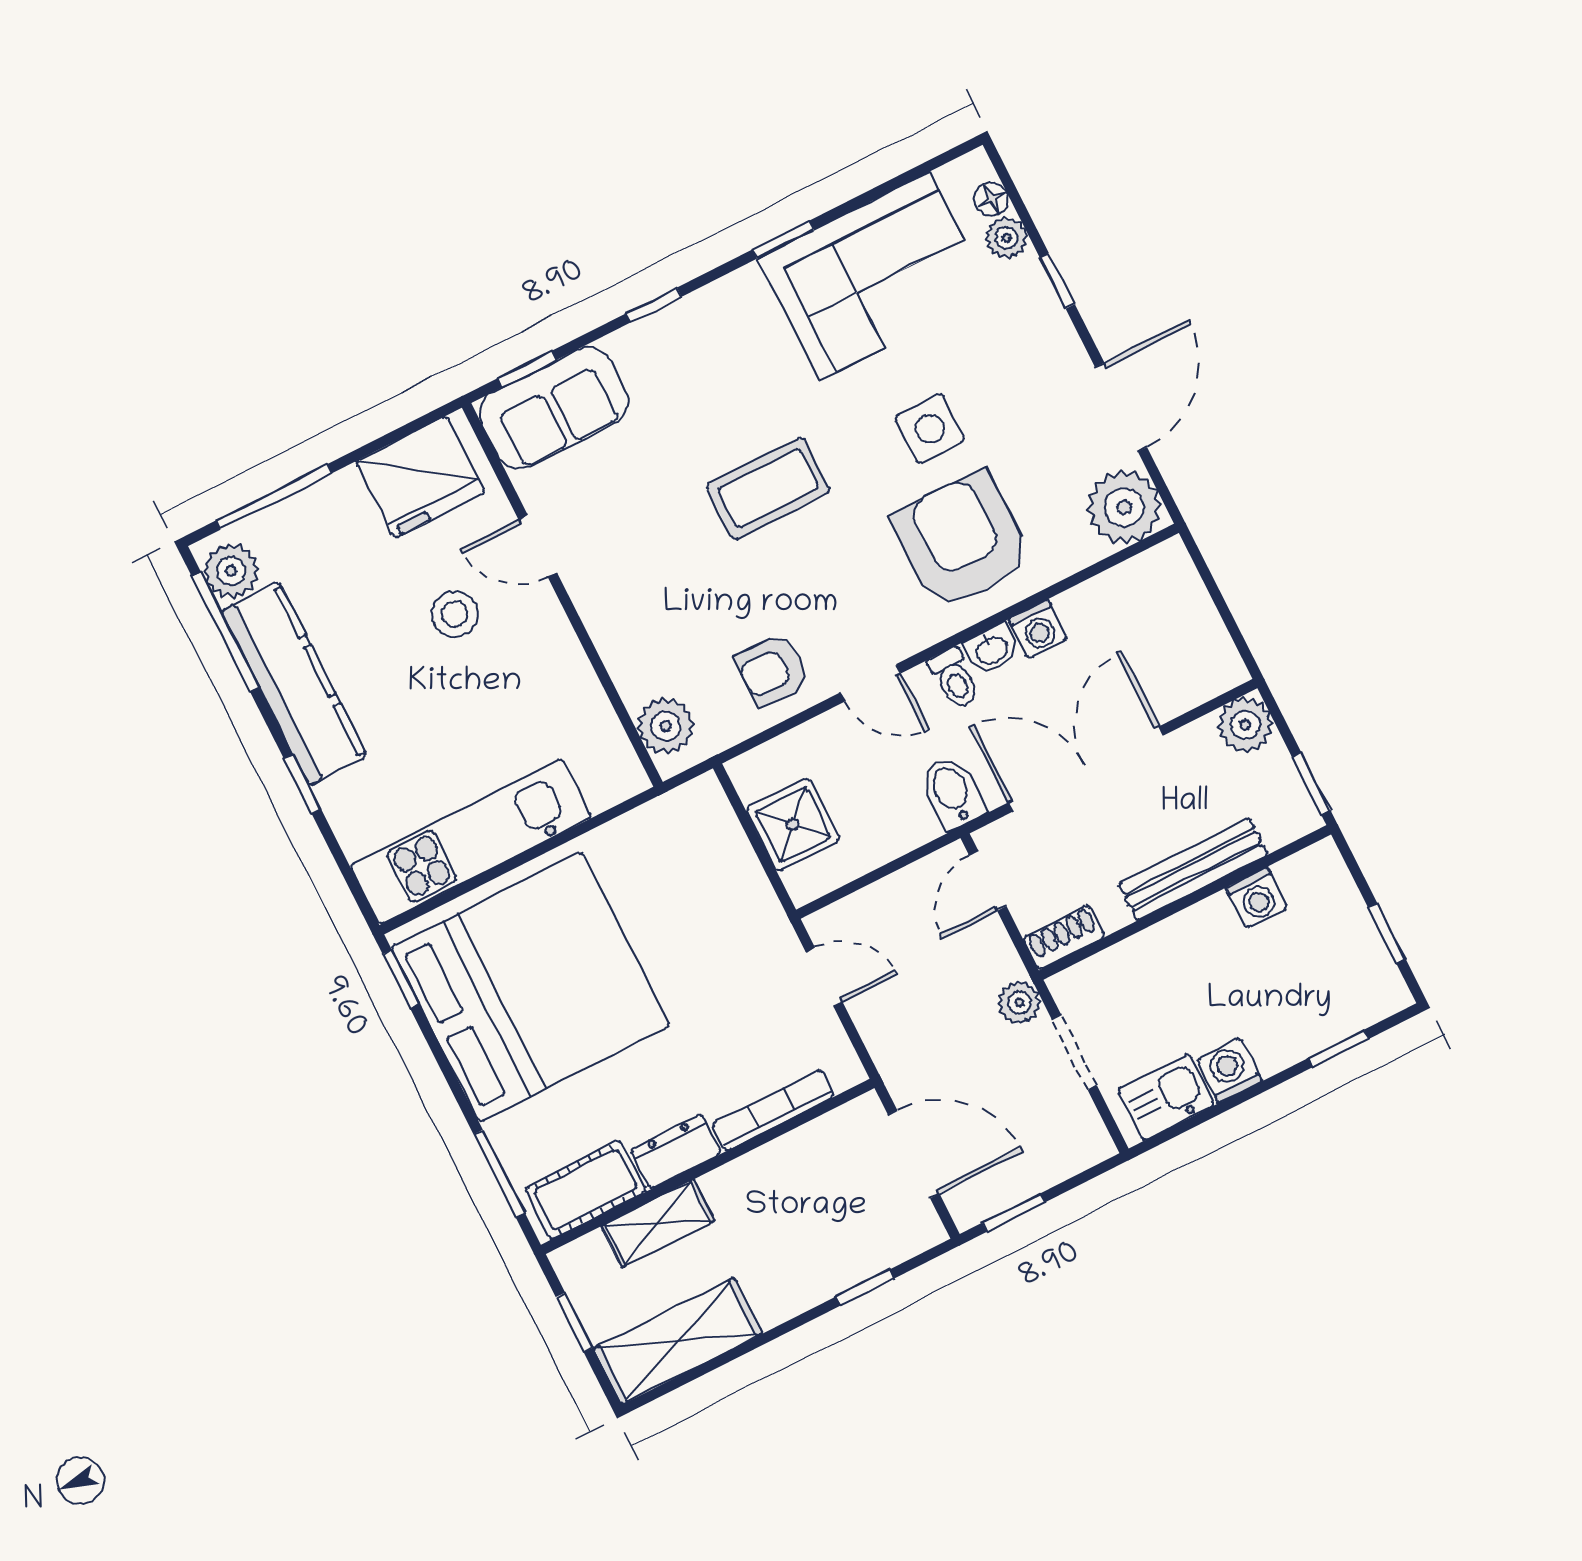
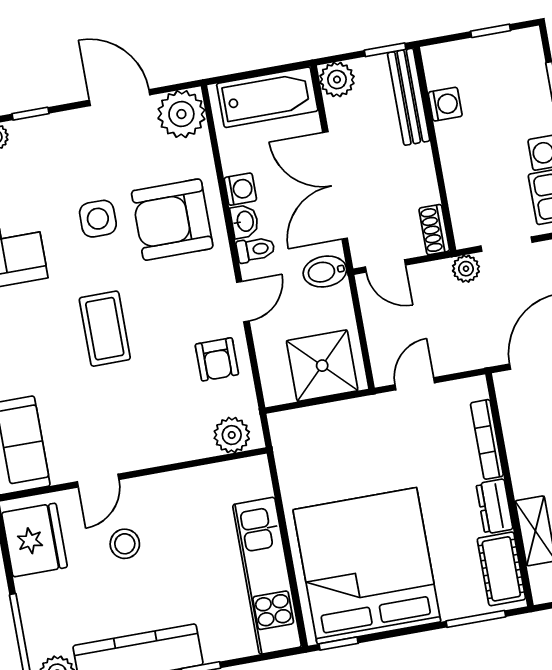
bathtub: (1188, 628) -> (267, 97), added
shower: (793, 825) -> (322, 366), width x1.36, depth x1.36
bench: (1193, 869) -> (409, 97), moved

